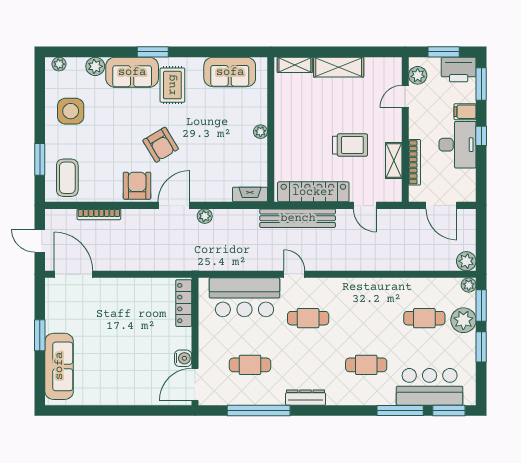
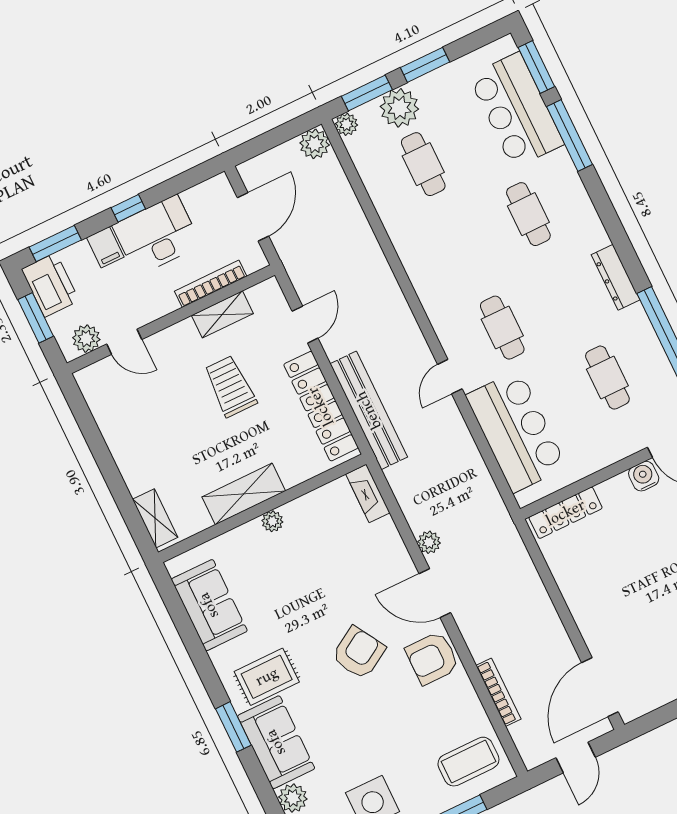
shelving: (339, 67) -> (244, 494), moved, turned 90

